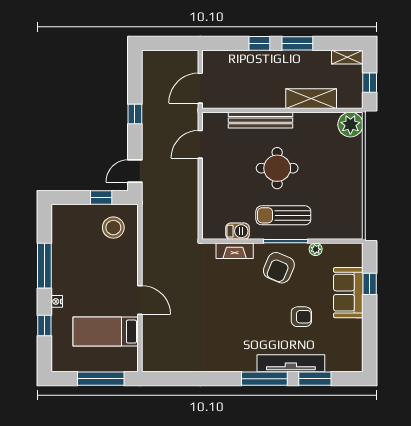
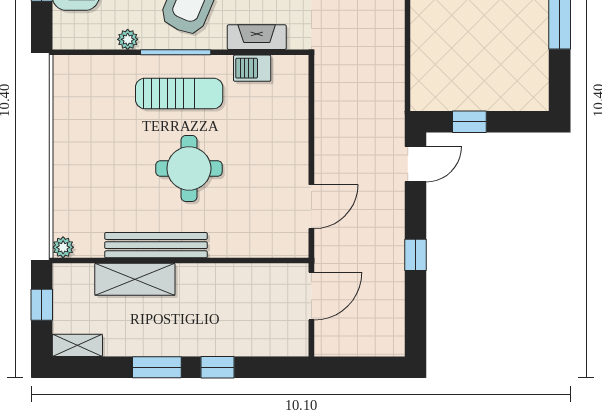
bench: (261, 120) -> (156, 245), moved
plant: (350, 125) -> (63, 247), width x0.53, depth x0.53
stool: (113, 228) -> (450, 74), removed

